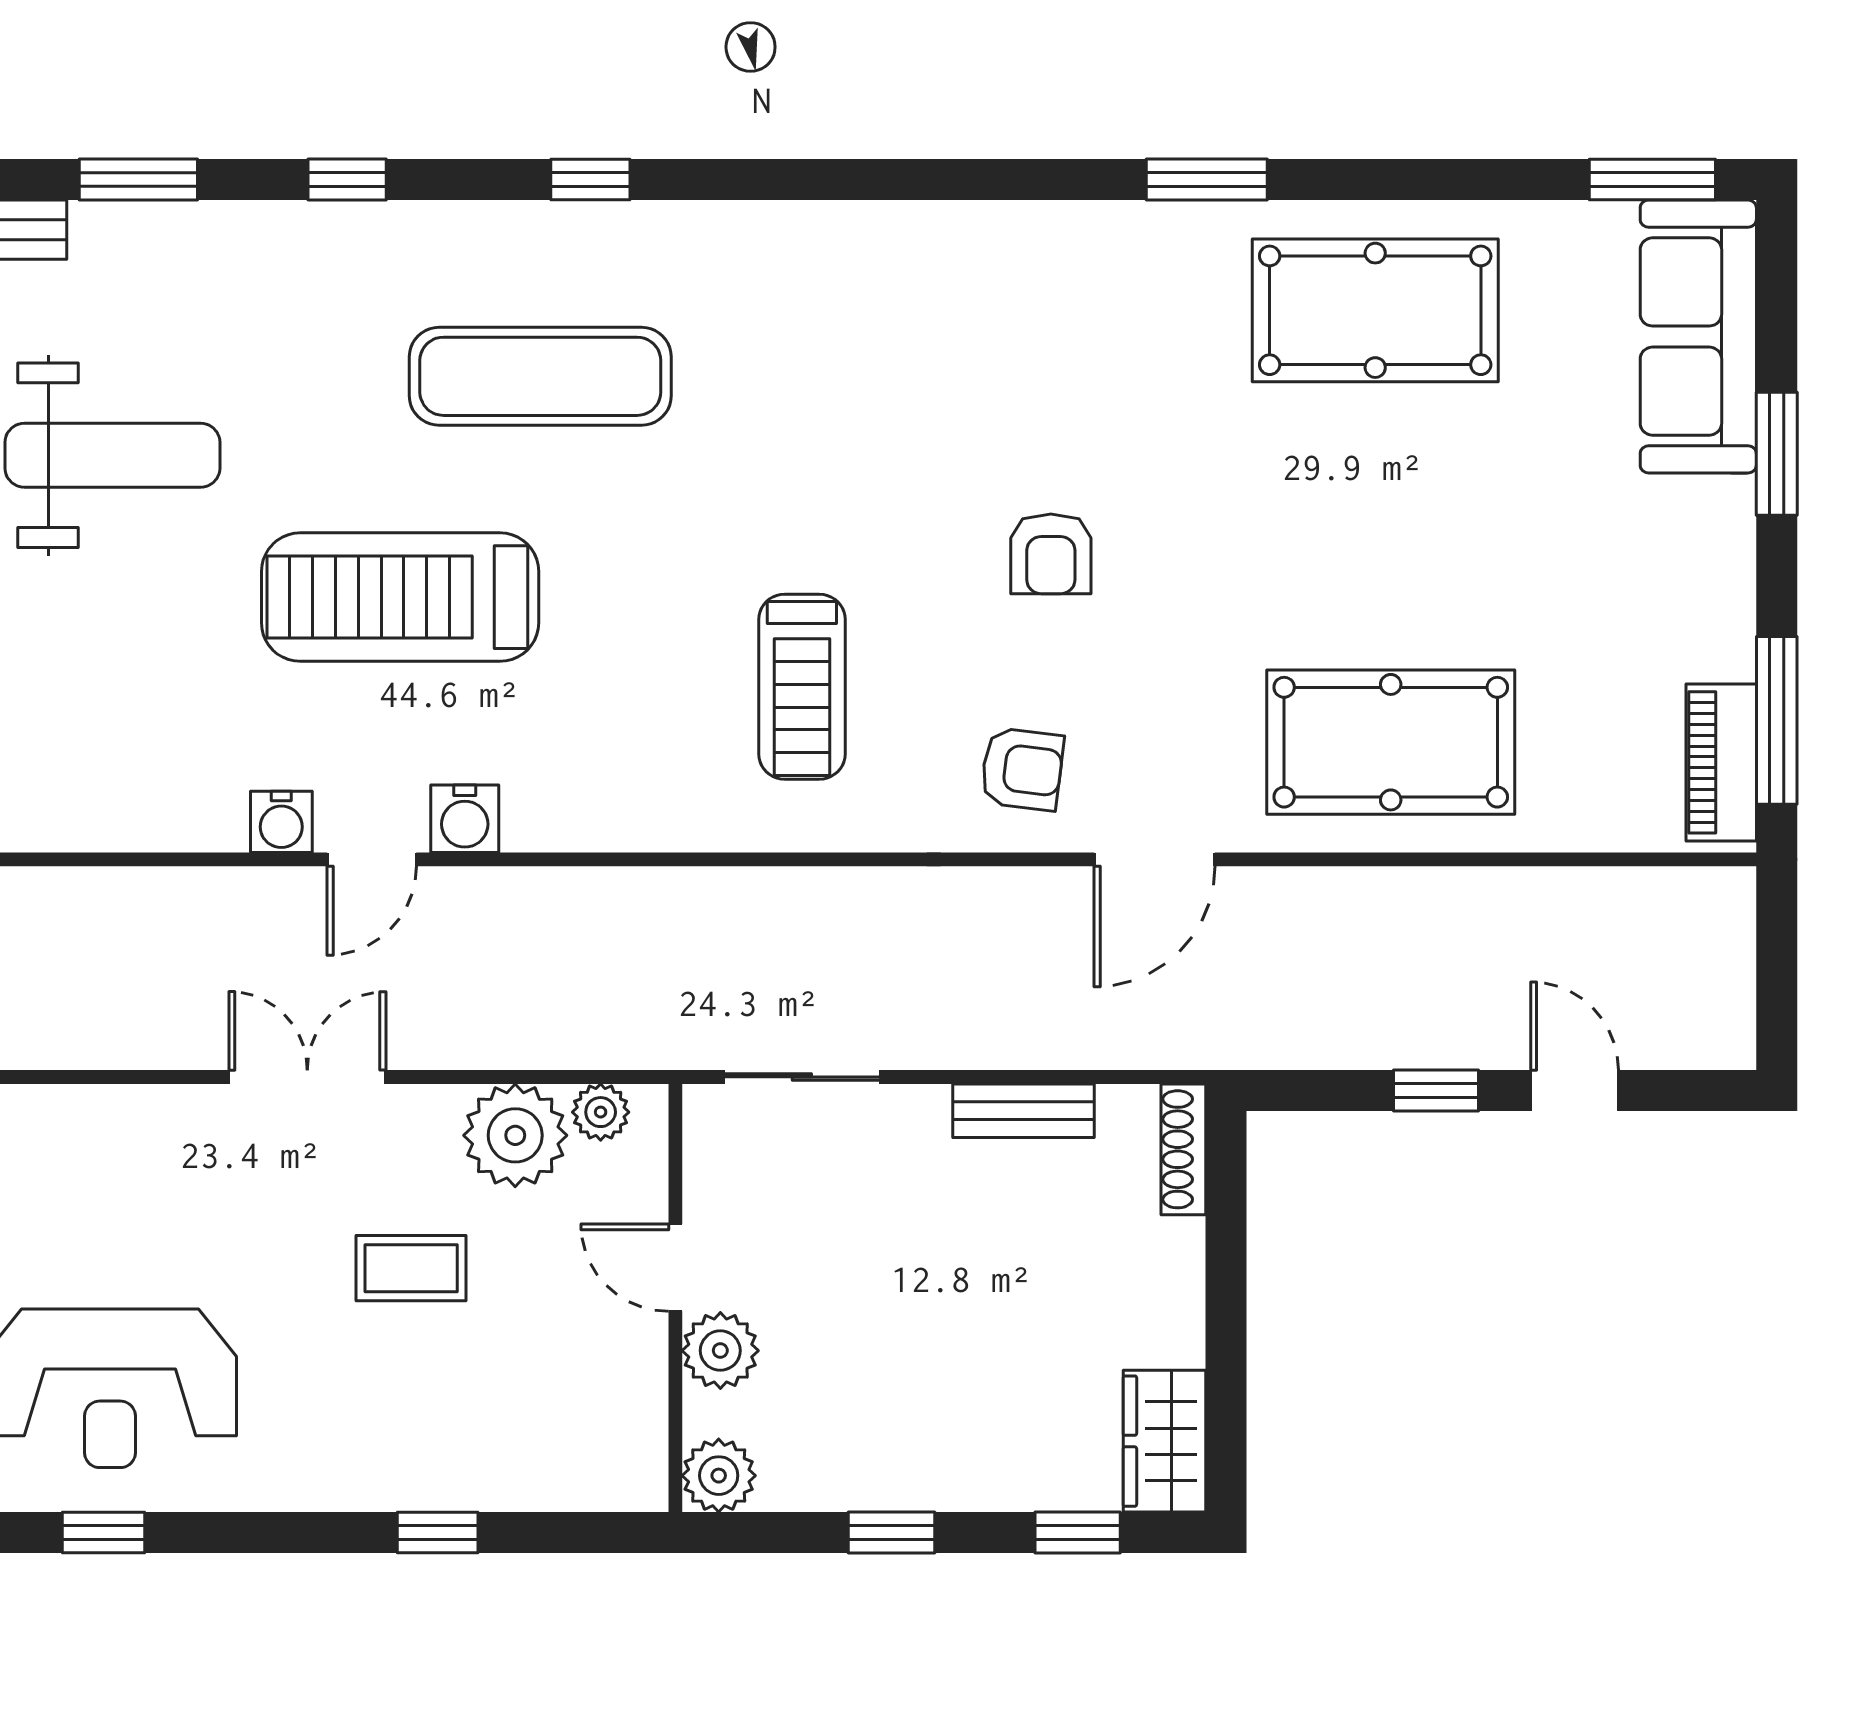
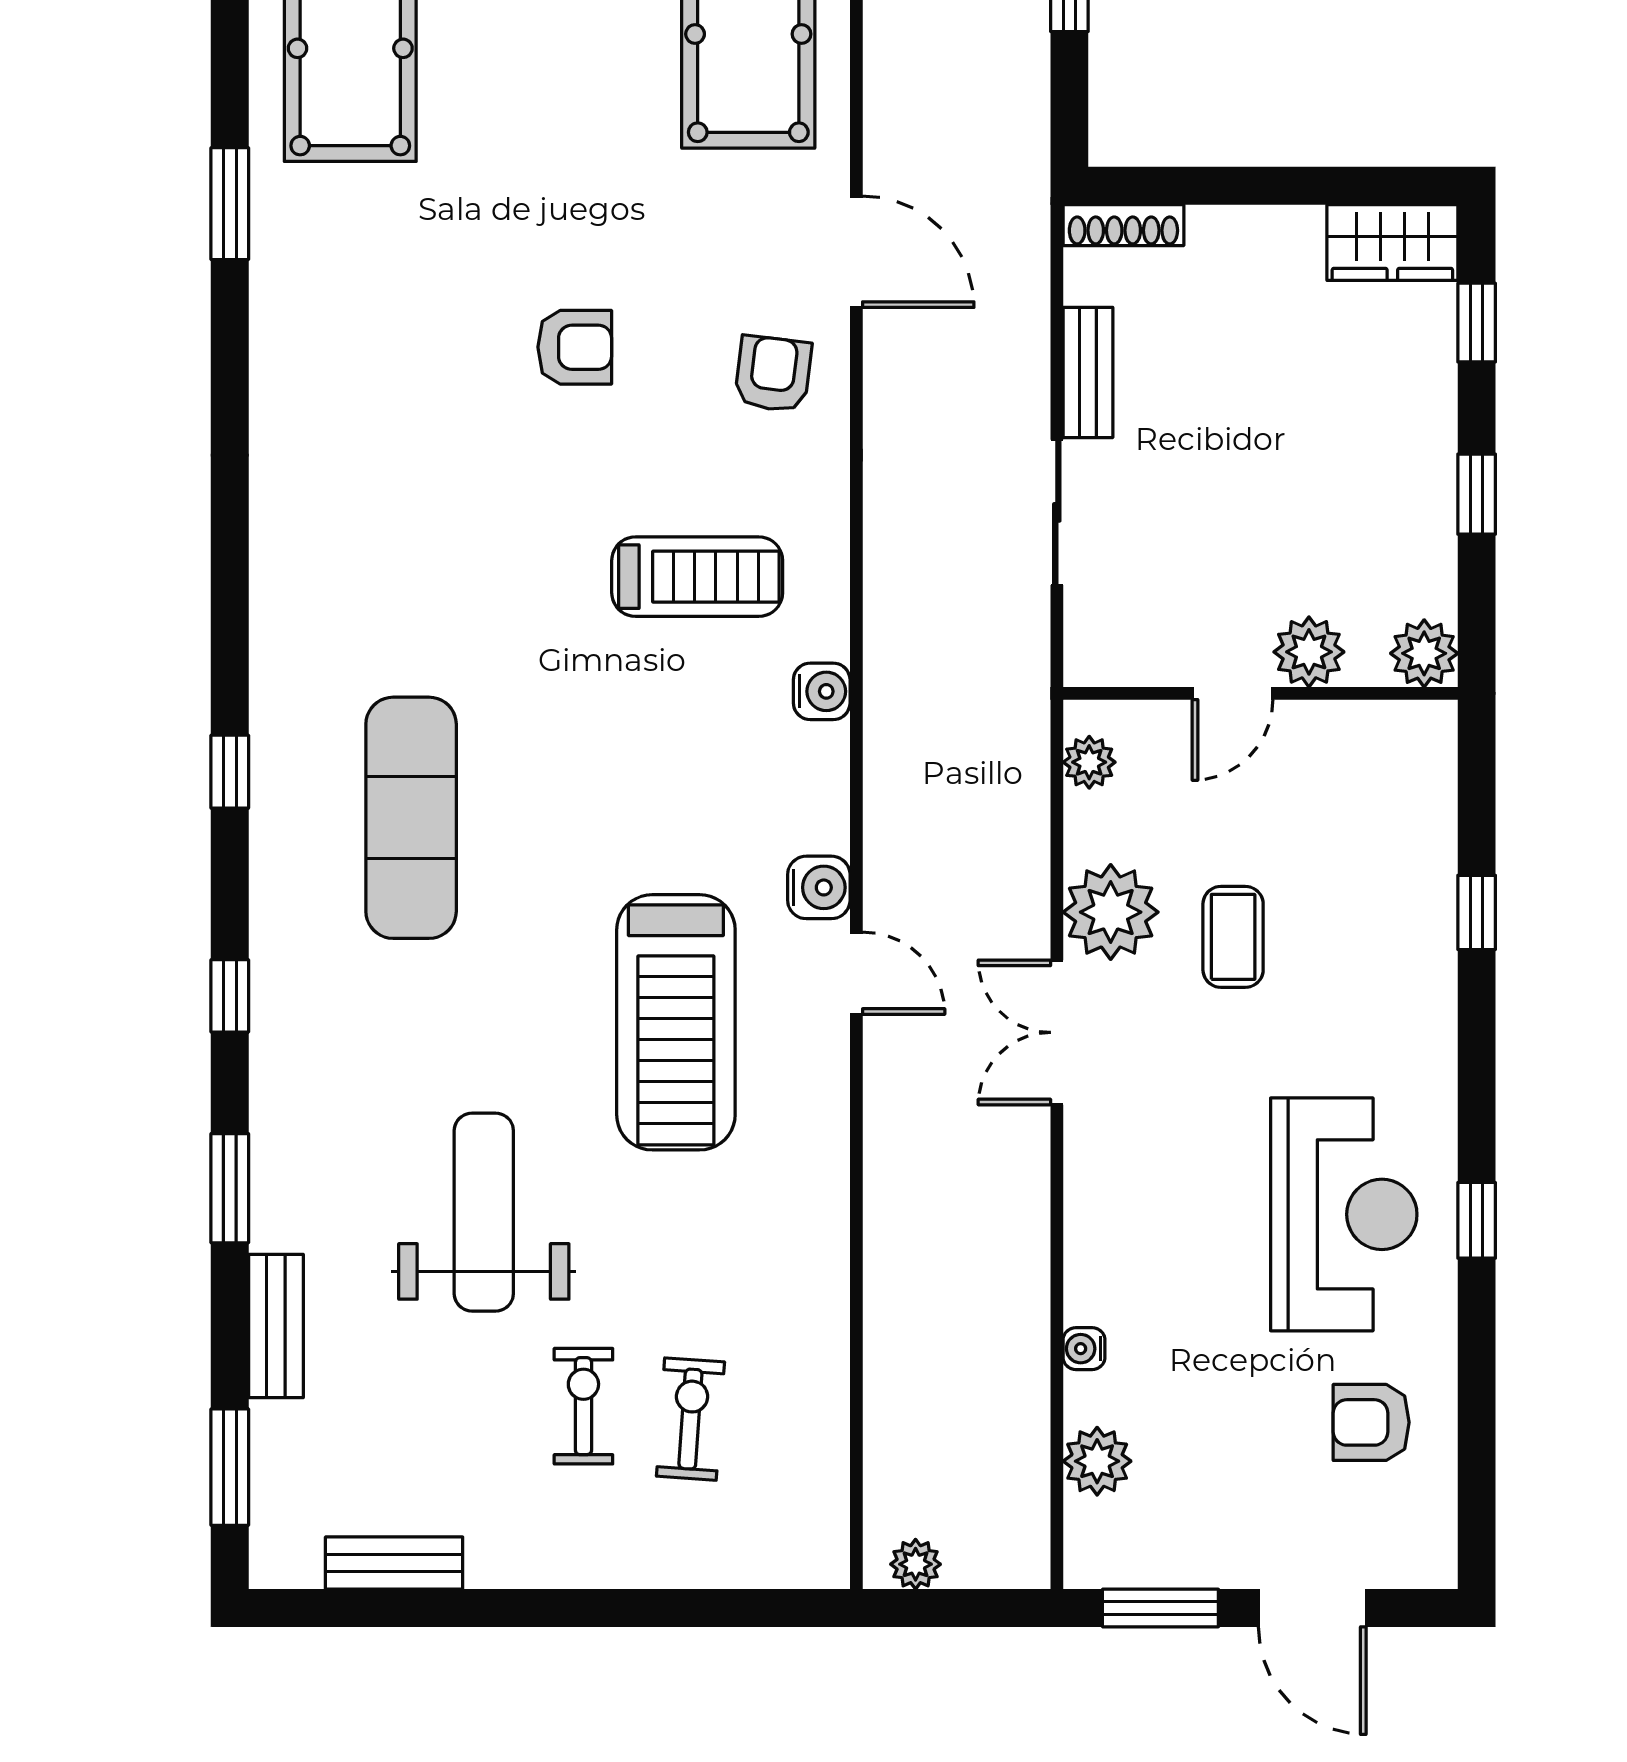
treadmill: (400, 597) -> (676, 1022), moved
water cooler: (281, 822) -> (822, 691), moved
sliding door: (802, 1077) -> (1057, 512), moved
plant: (515, 1135) -> (1111, 912), moved

